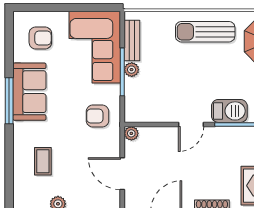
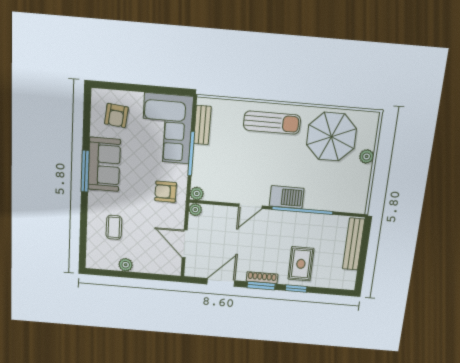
sun lounger: (205, 32) -> (272, 123), turned 180
armchair: (40, 38) -> (116, 115), turned 96
plant: (132, 70) -> (197, 194), moved

